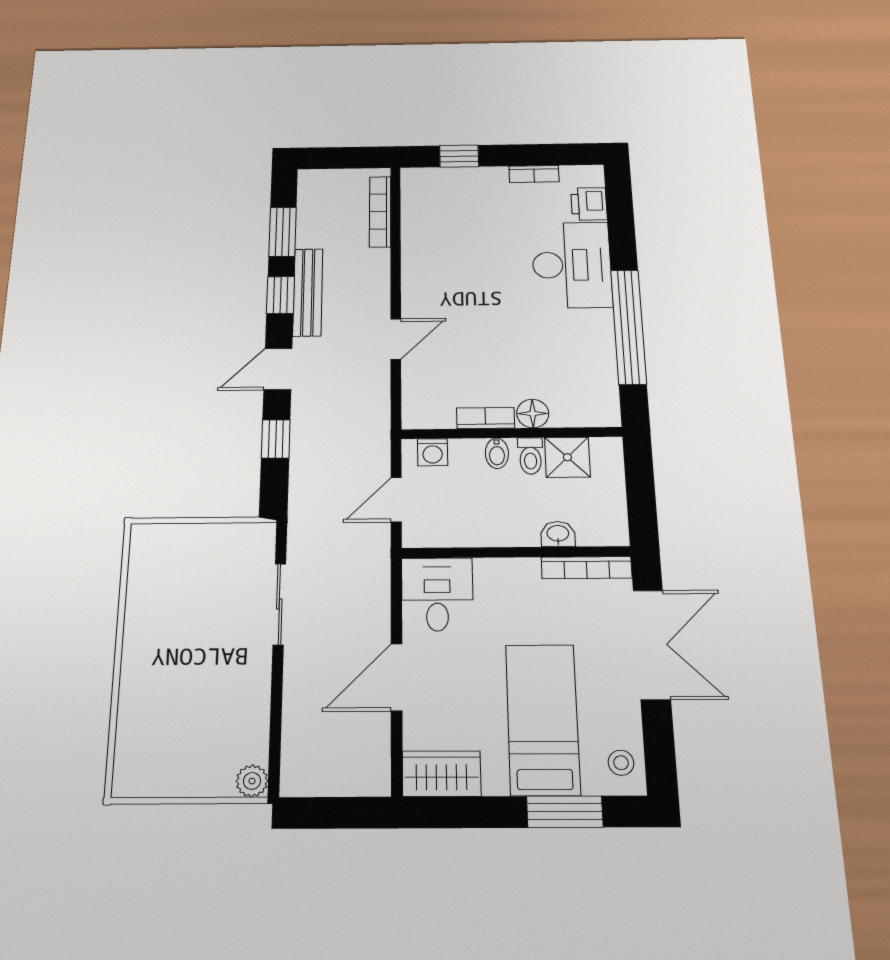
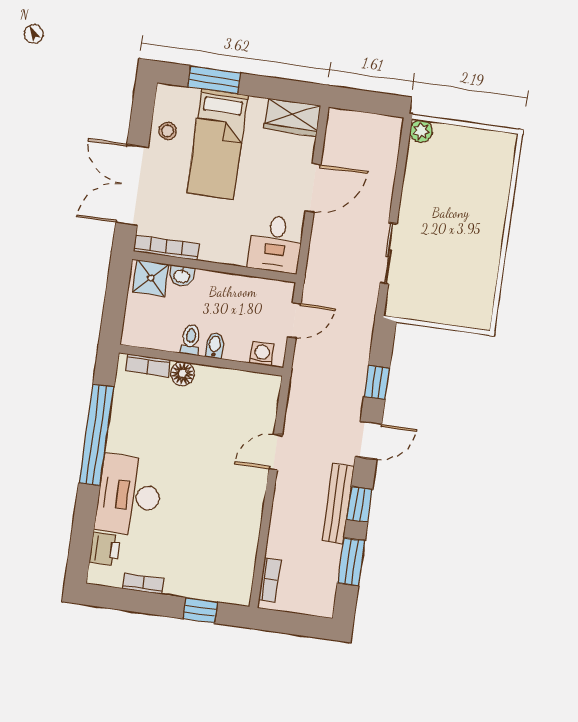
bookcase: (380, 212) -> (270, 580), width x0.64
bookcase: (486, 418) -> (148, 365), moved
shower: (567, 457) -> (151, 278), moved
stool: (621, 763) -> (168, 131), moved

